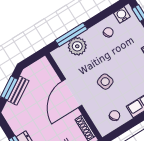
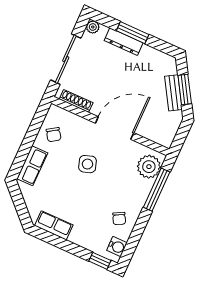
plant: (77, 46) -> (149, 167), moved
door: (72, 93) -> (115, 128), hinge flipped

